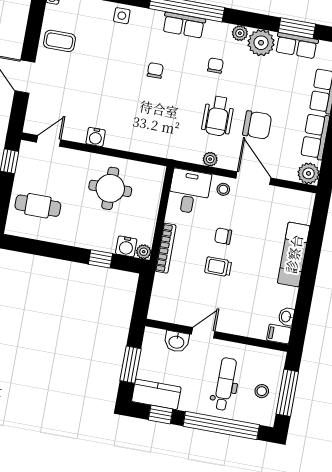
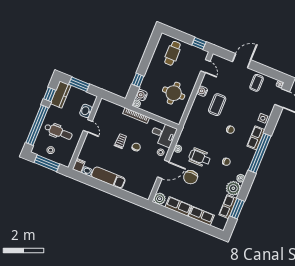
row of seats: (184, 25) -> (256, 138), moved
coffee table: (114, 104) -> (217, 105), added
exam couch: (294, 254) -> (108, 178), moved

